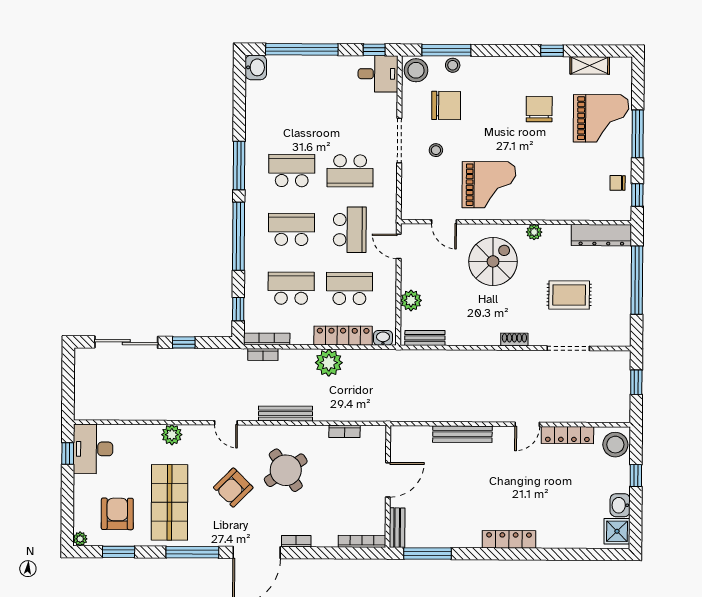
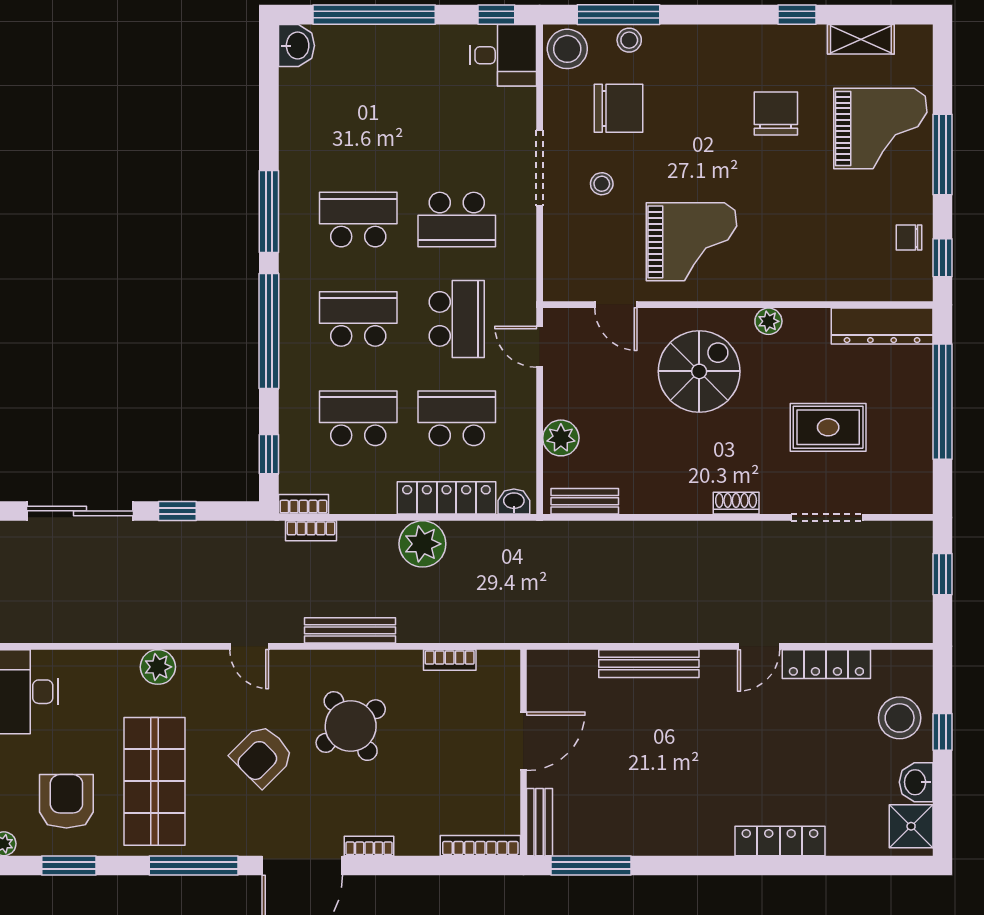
bookcase: (267, 339) -> (303, 504), width x0.64
stool: (615, 445) -> (900, 718), moved
locker: (509, 539) -> (780, 841), moved

